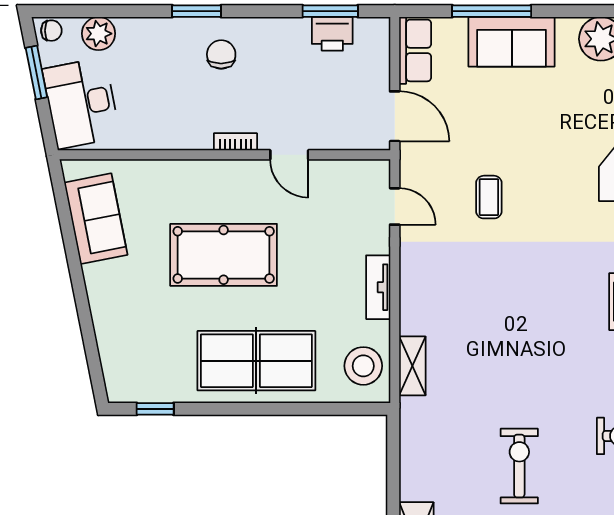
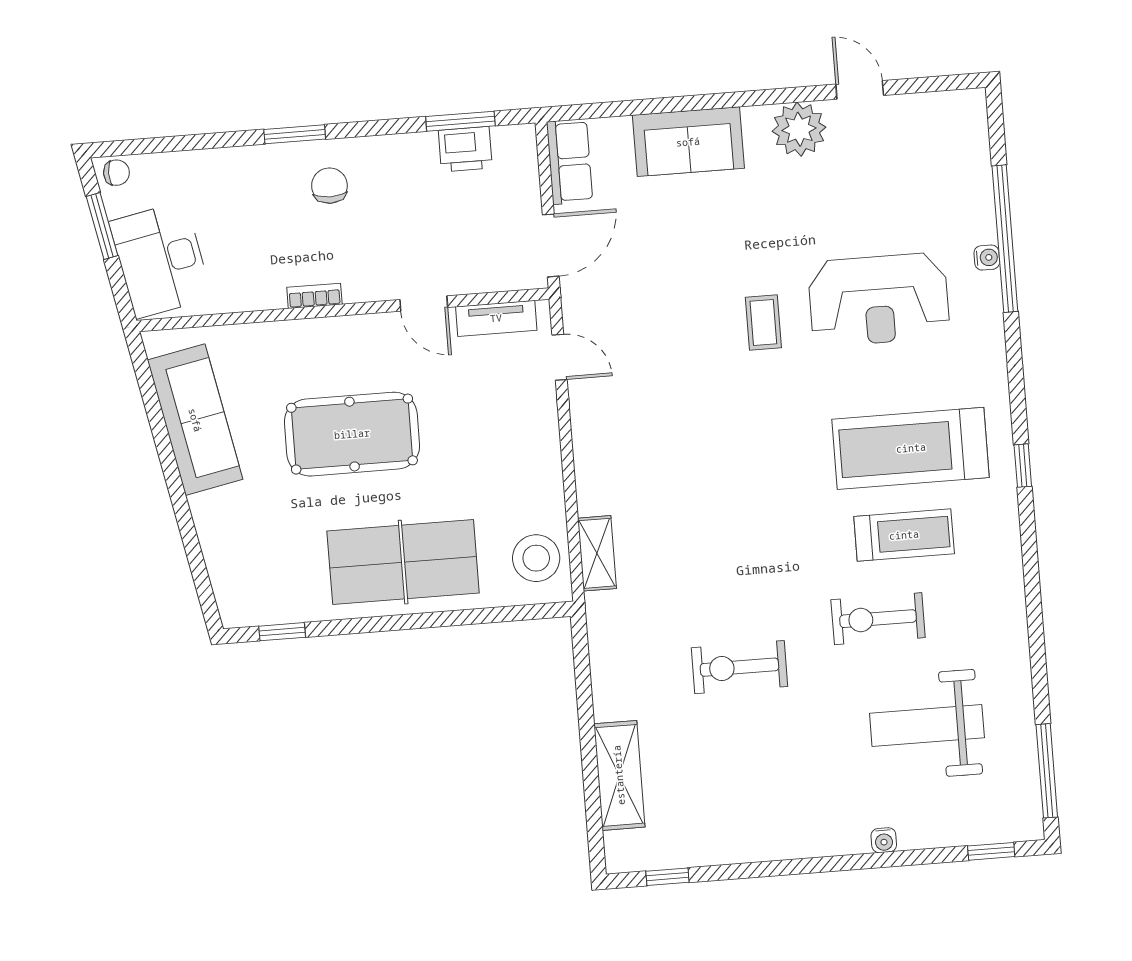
window: (492, 11) -> (661, 105), removed
plant: (99, 34) -> (175, 172), removed
door: (395, 116) -> (551, 245), hinge flipped
bookcase: (235, 142) -> (314, 296), moved
coffee table: (489, 197) -> (763, 323), moved
sofa: (96, 219) -> (195, 420), width x1.36
tv unit: (378, 287) -> (496, 318), moved, turned -90
exercise bike: (519, 466) -> (739, 667), turned -90

